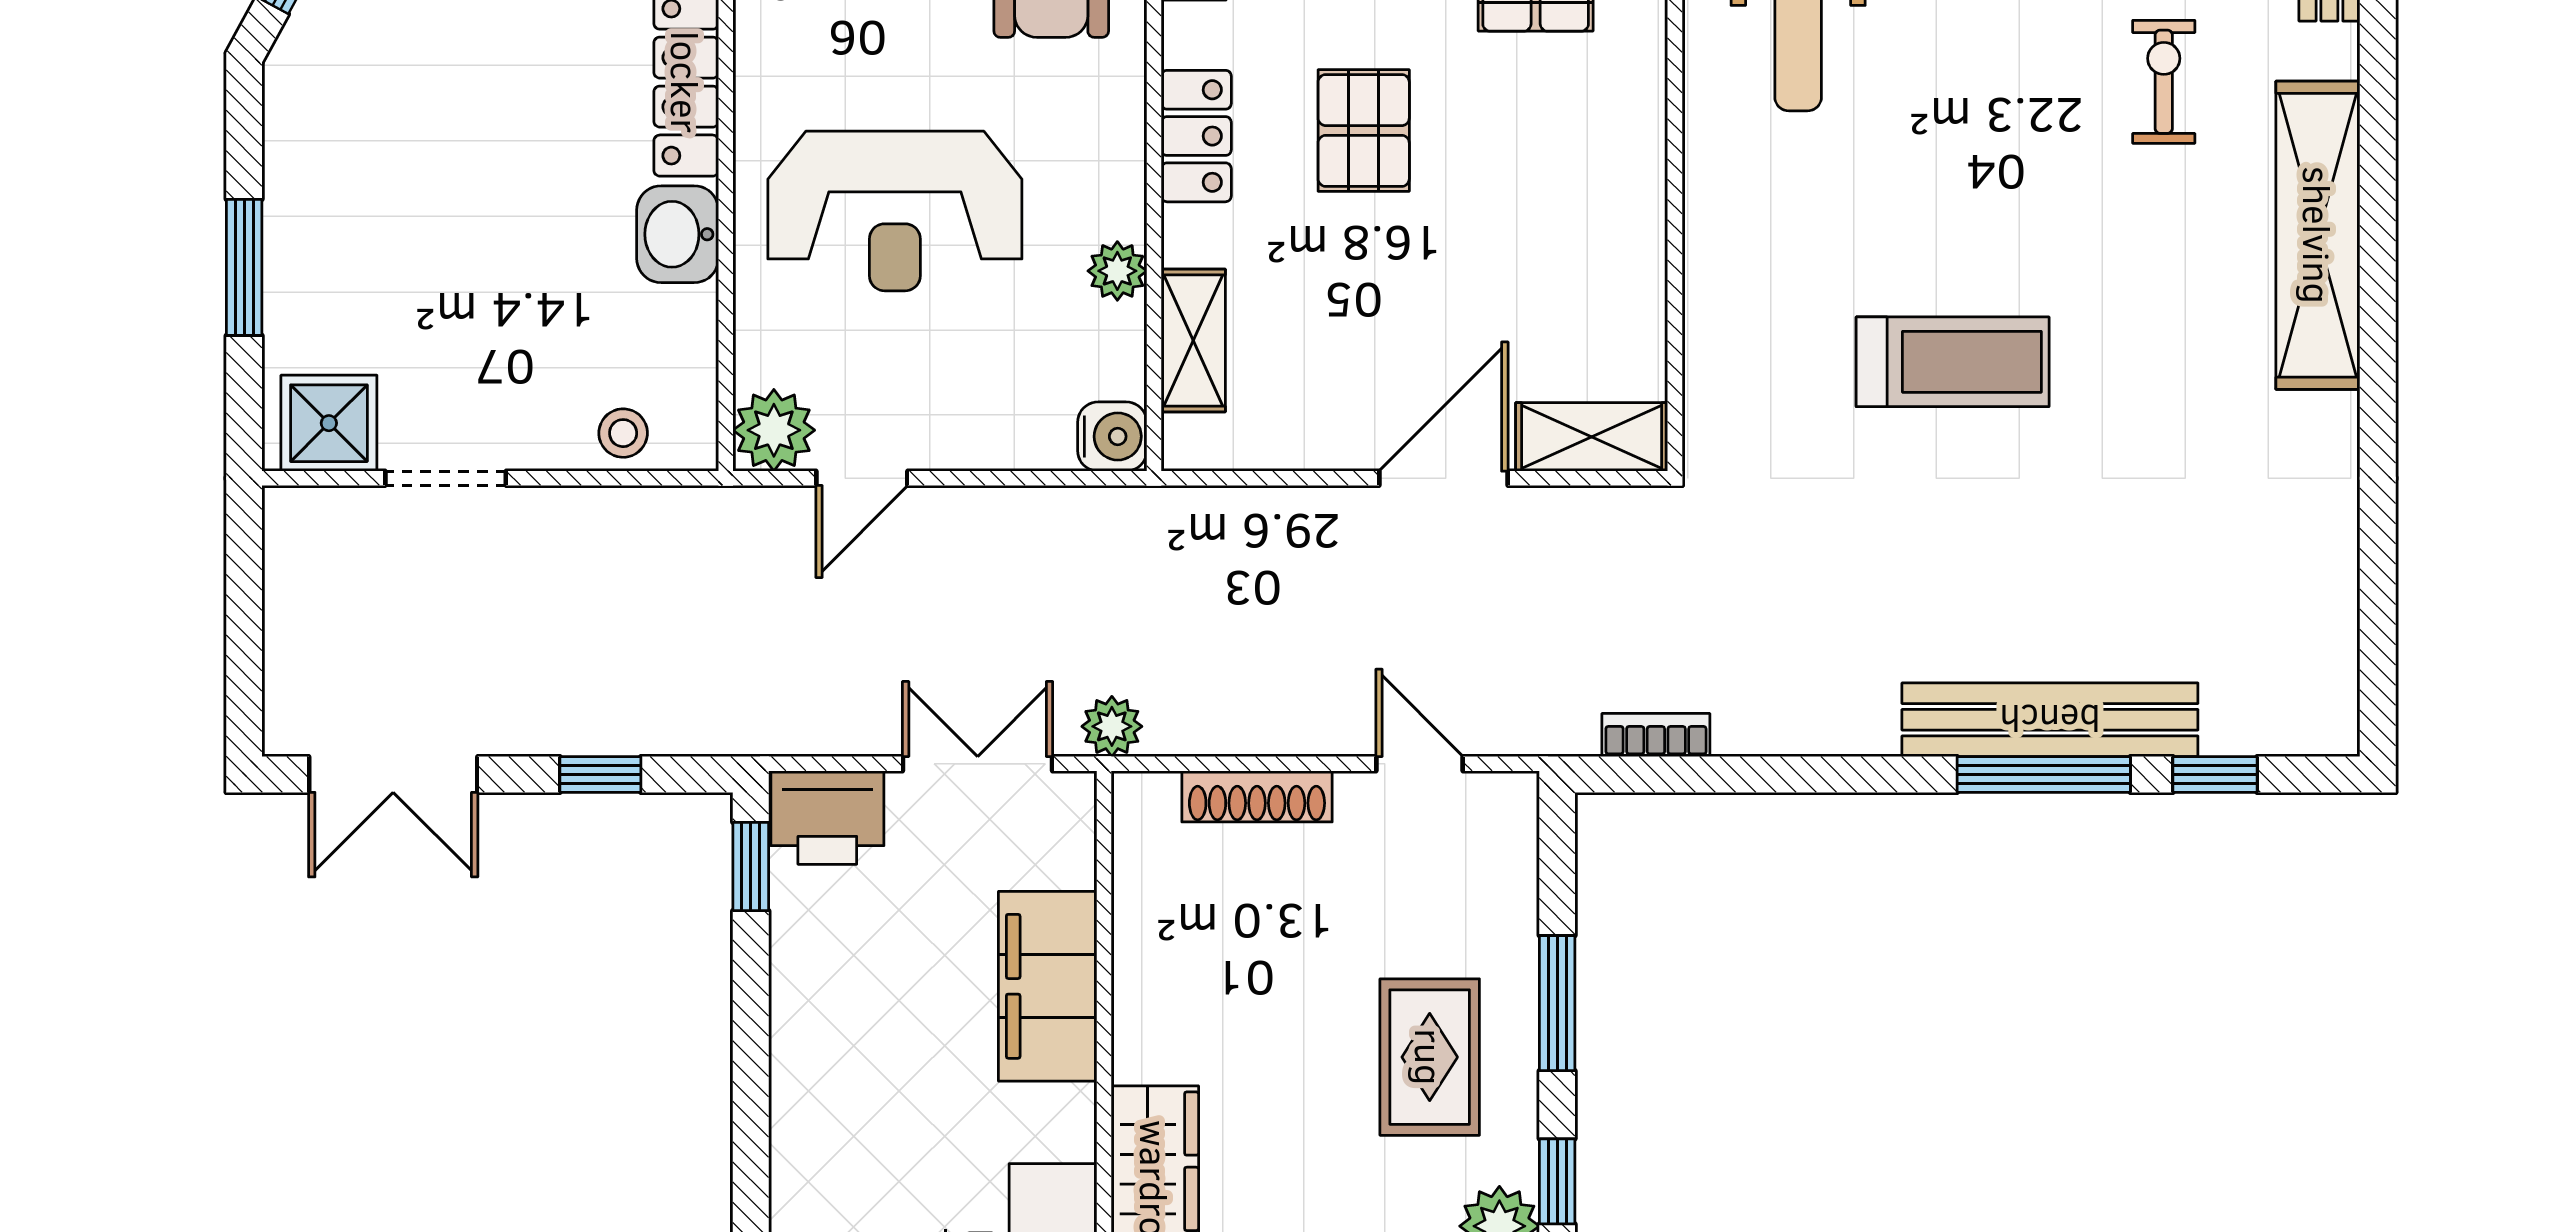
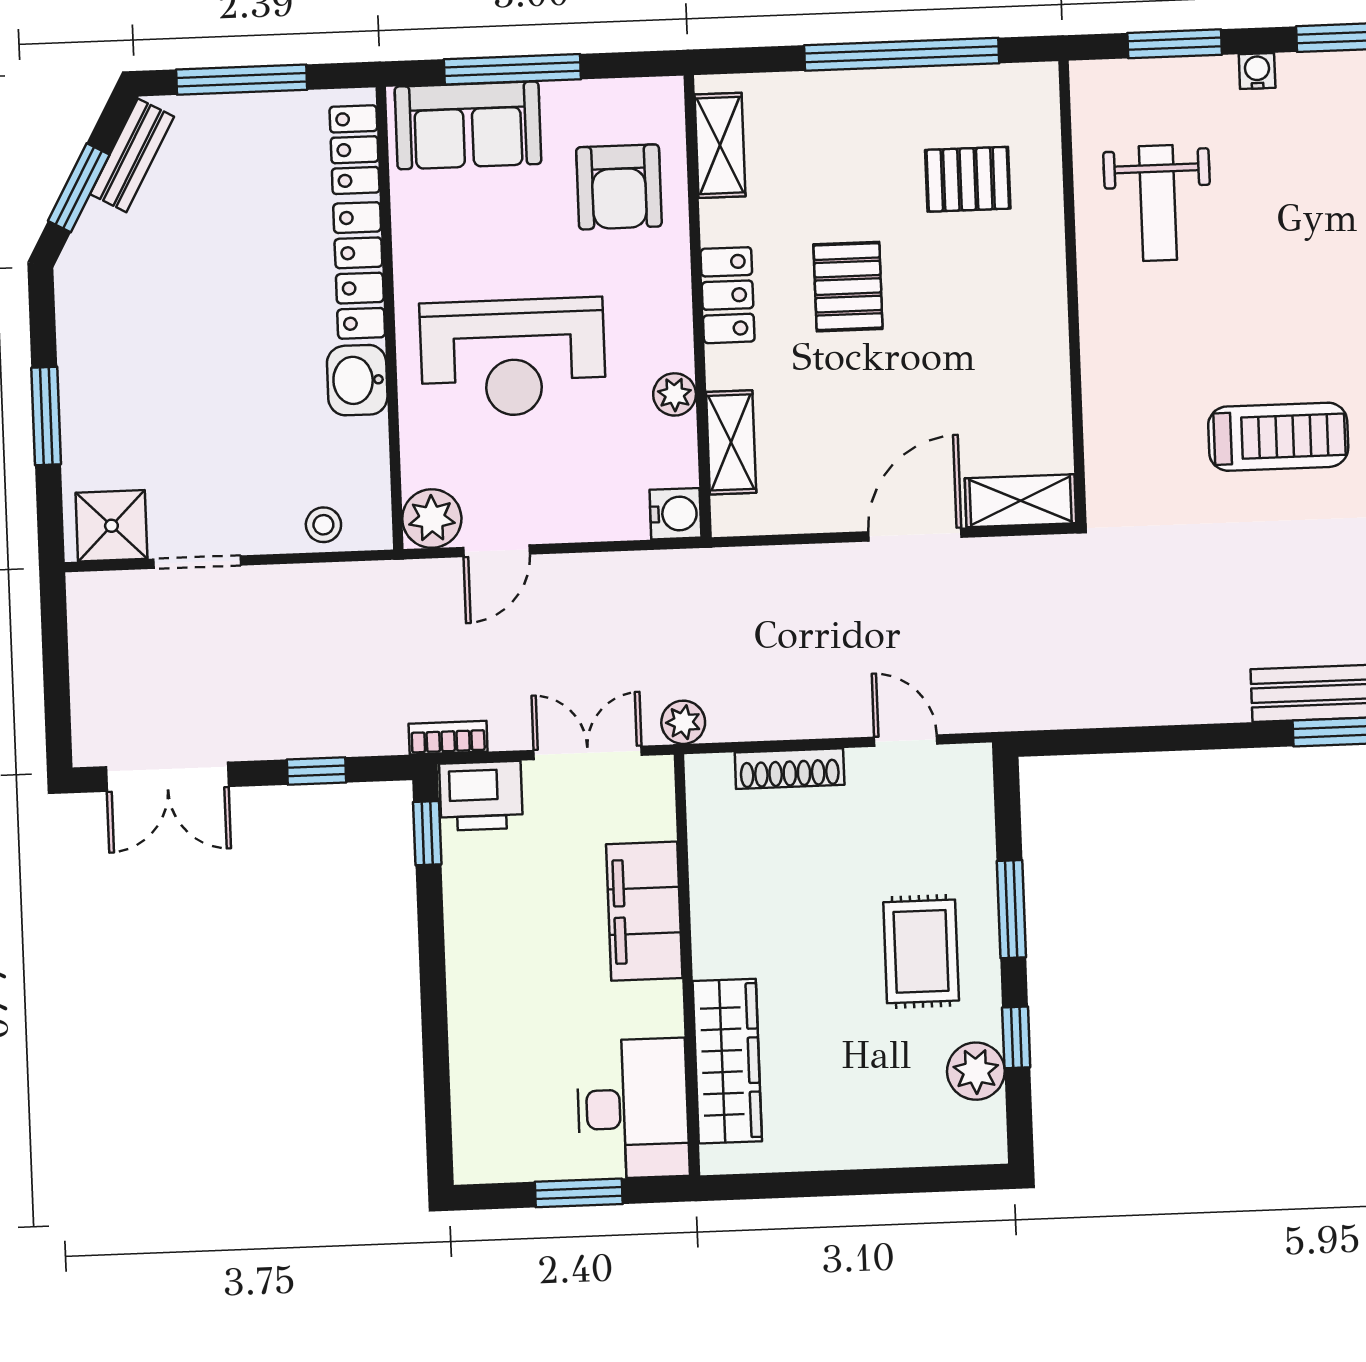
bookcase: (1656, 735) -> (448, 738), moved

